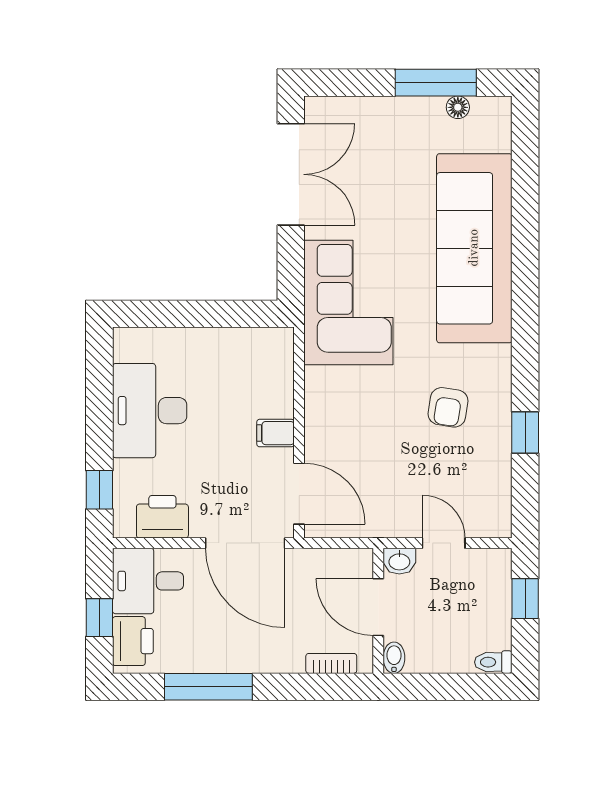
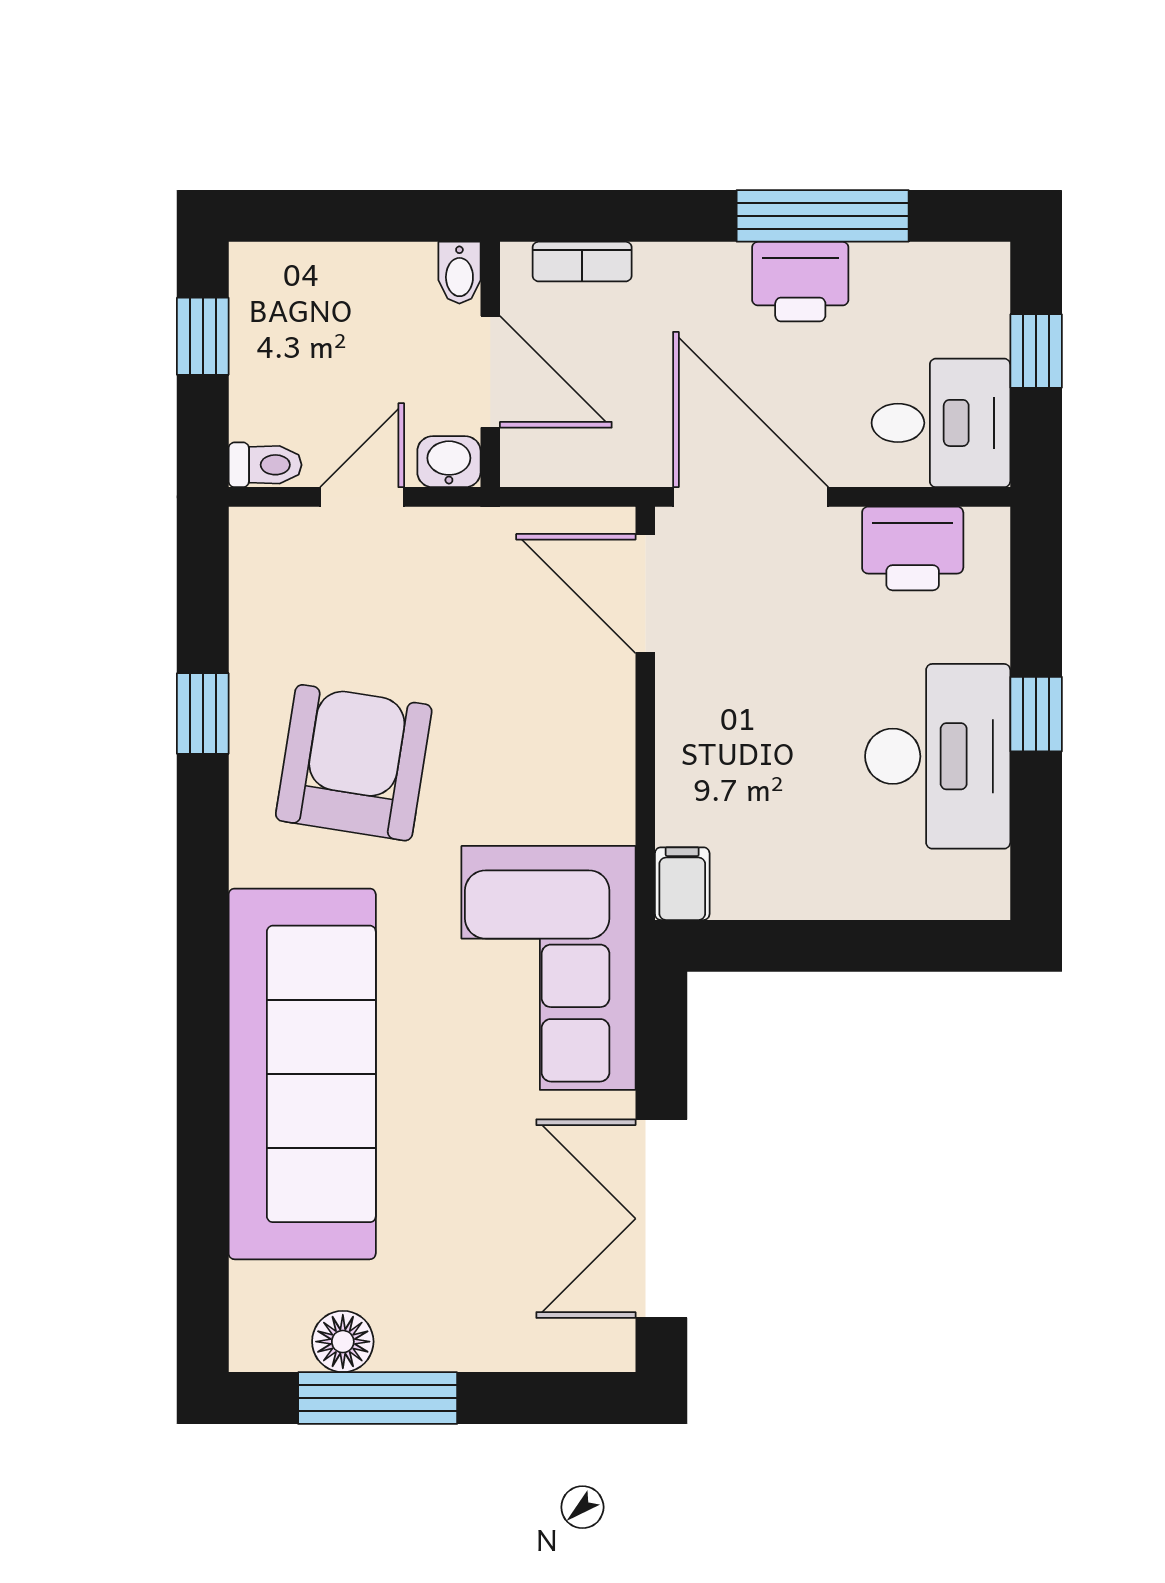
floor lamp: (458, 107) -> (343, 1342), width x1.37, depth x1.37
armchair: (448, 407) -> (354, 763), width x1.88, depth x1.88
filing cabinet: (275, 433) -> (682, 884), moved, turned -90
window: (99, 490) -> (1036, 714), moved
door: (444, 543) -> (362, 497), swing flipped
window: (525, 599) -> (203, 336), moved
printer: (133, 641) -> (800, 282), moved, turned -90
toilet: (493, 662) -> (265, 465), moved

